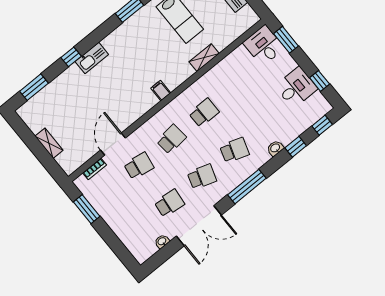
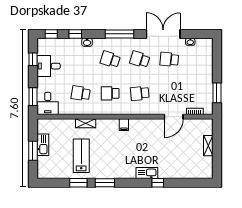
window: (34, 87) -> (191, 183), removed
school desk: (139, 166) -> (81, 93), moved

